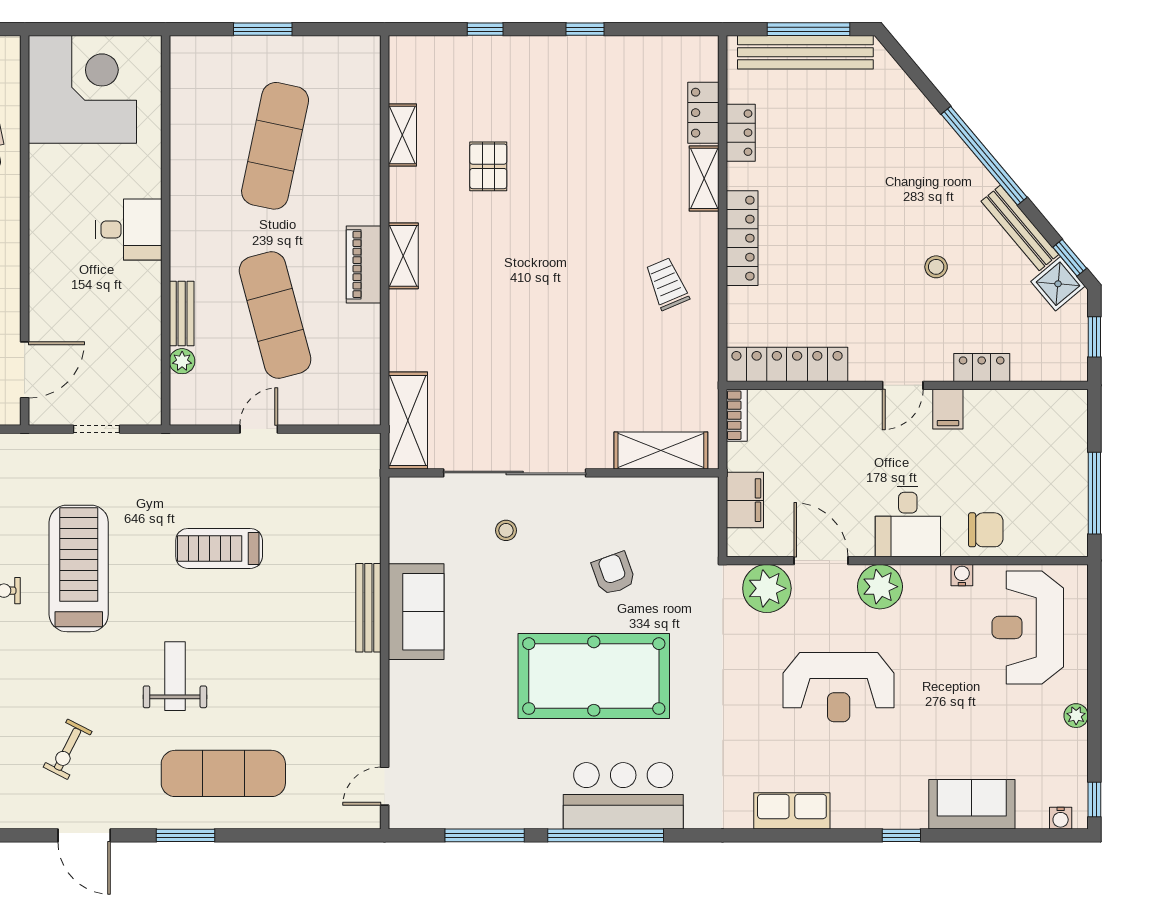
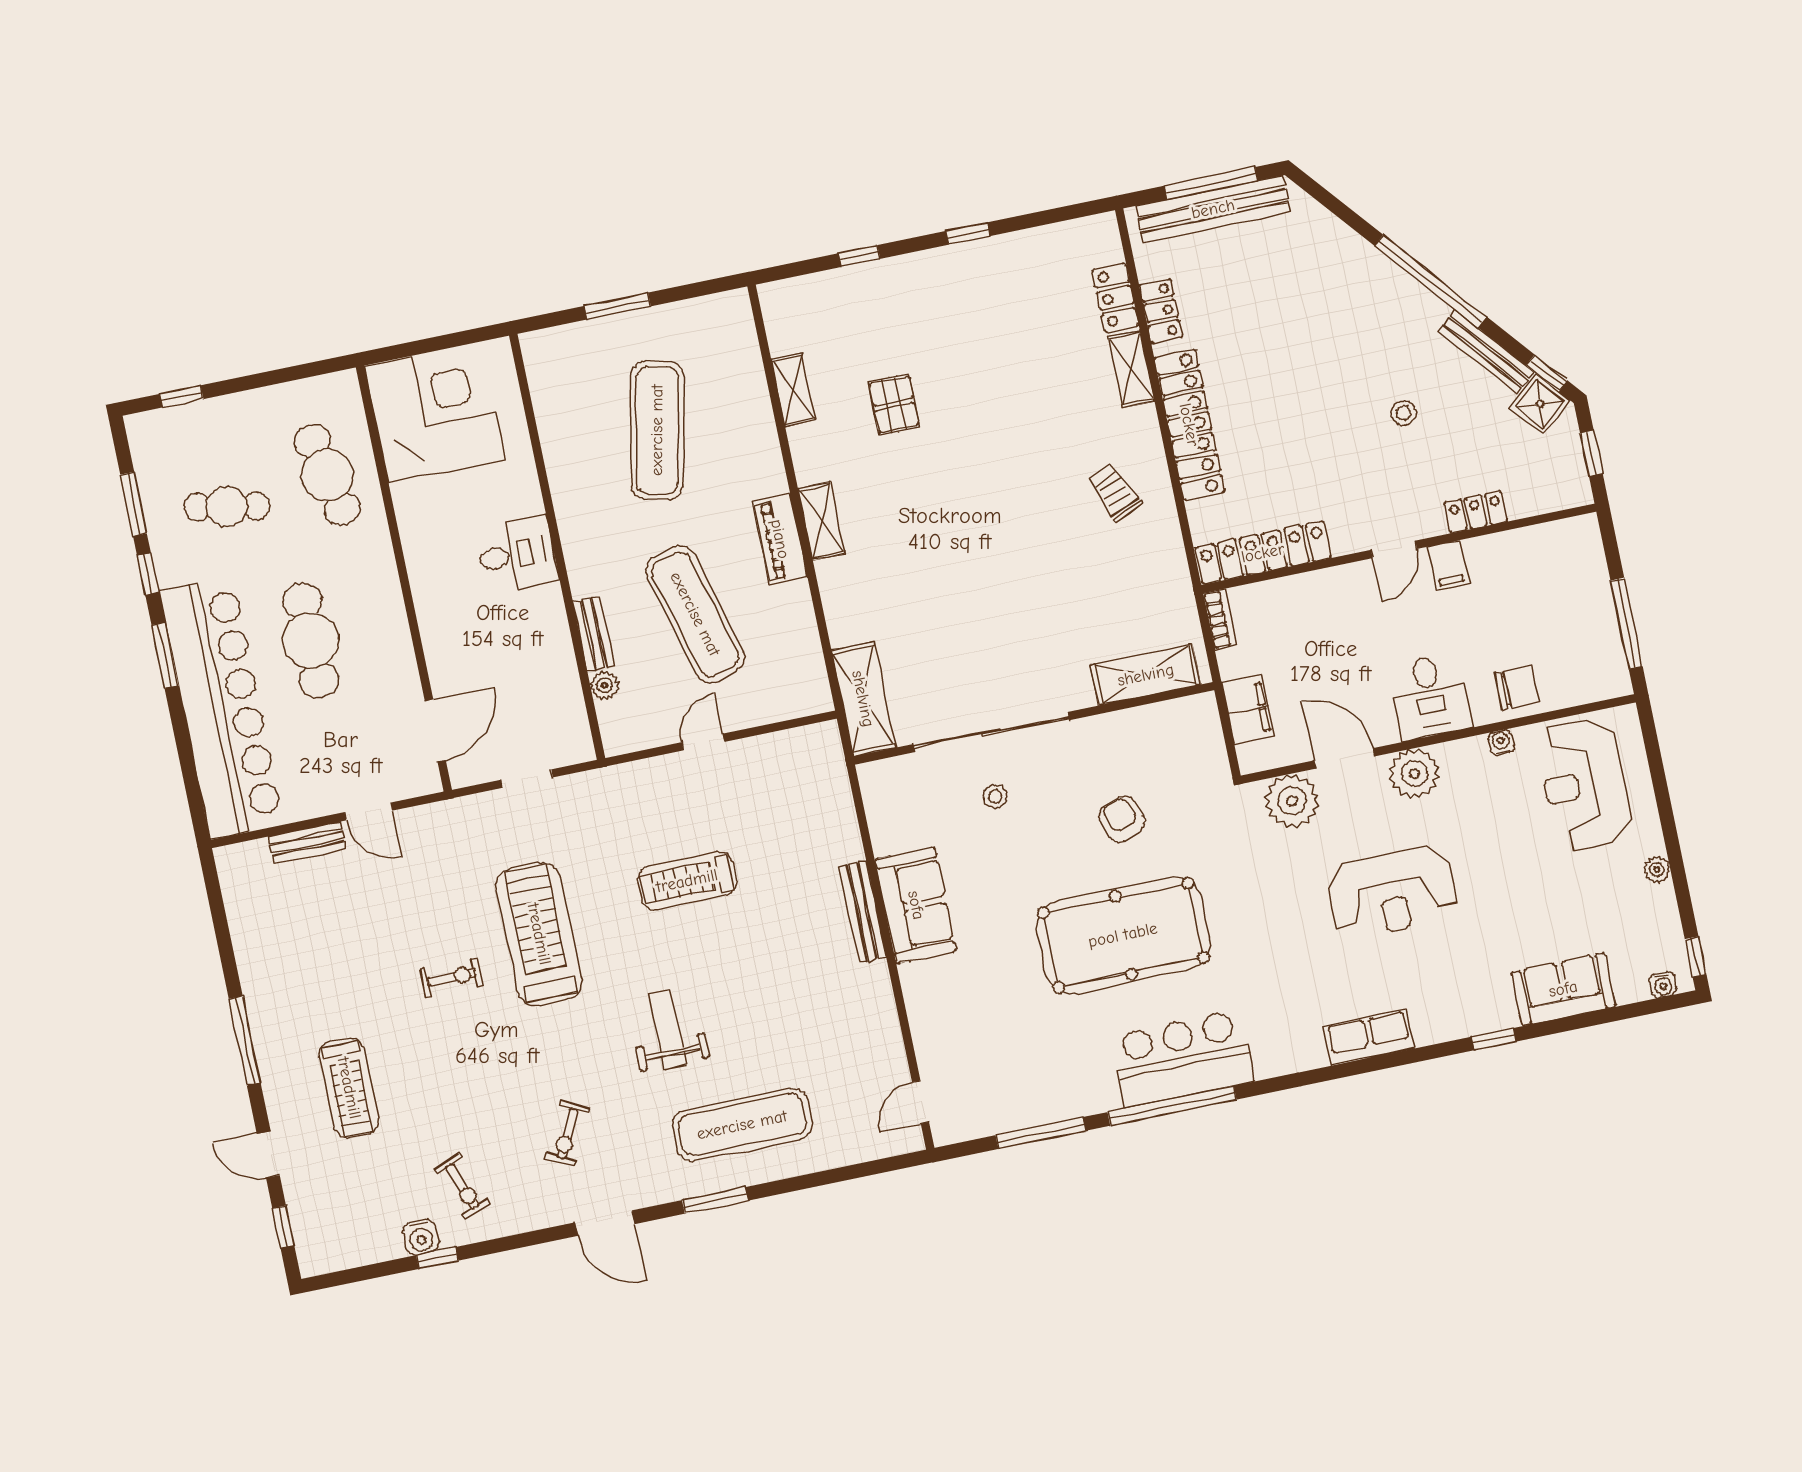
locker: (742, 238) -> (1189, 425), width x1.41, depth x1.21

